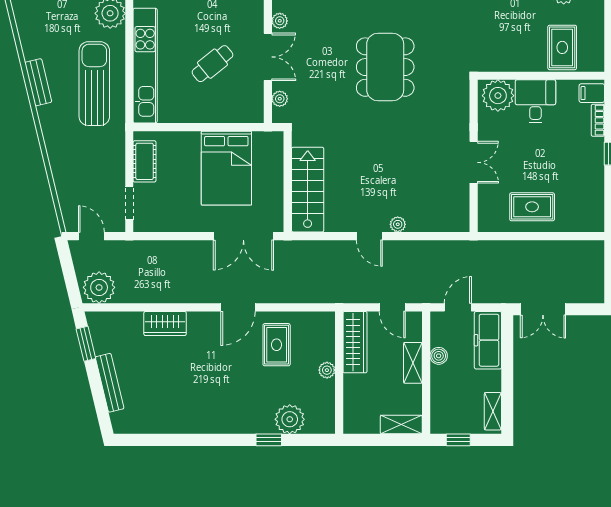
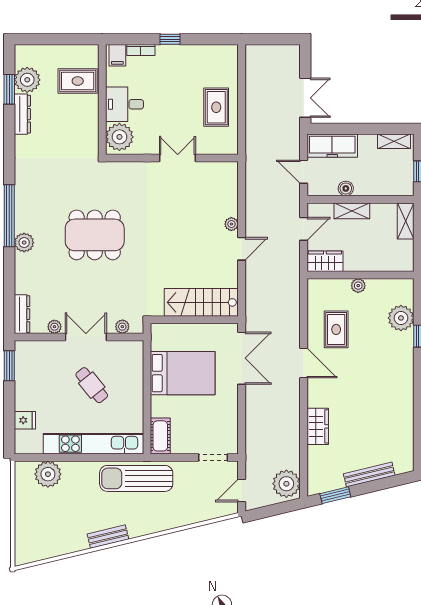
sun lounger: (94, 84) -> (136, 478), moved
cot: (145, 161) -> (160, 436), moved, turned 90
wardrobe: (355, 342) -> (325, 261), width x0.67
rug: (277, 345) -> (336, 329), turned 90

